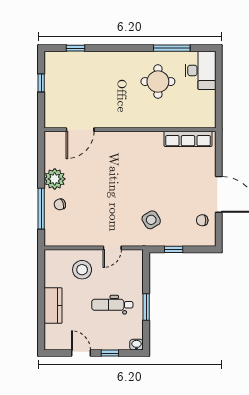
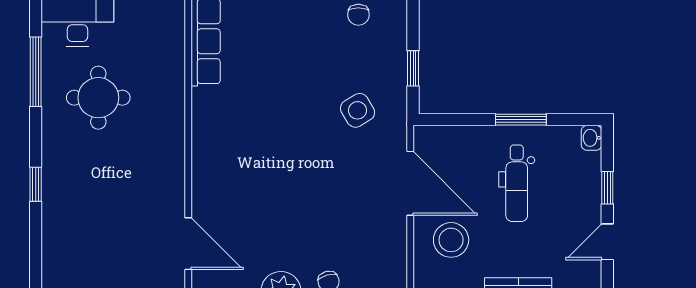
window: (75, 48) -> (36, 184), moved
door: (112, 248) -> (410, 183), width x1.87

